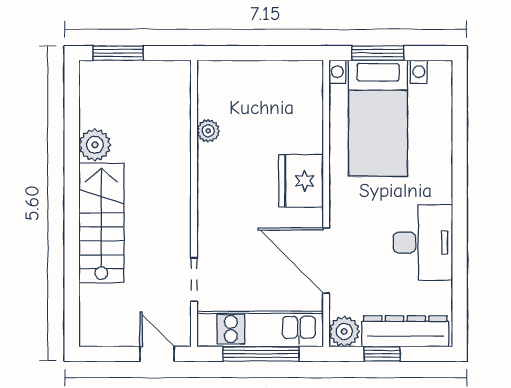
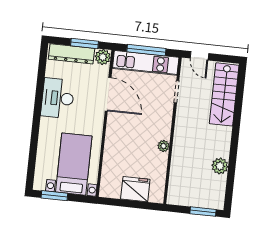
window: (378, 53) -> (54, 196), moved
plant: (208, 131) -> (163, 146), moved
fridge: (301, 181) -> (135, 189), moved, turned -90
stairs: (101, 223) -> (224, 94), moved
window: (382, 354) -> (85, 44), width x1.50

